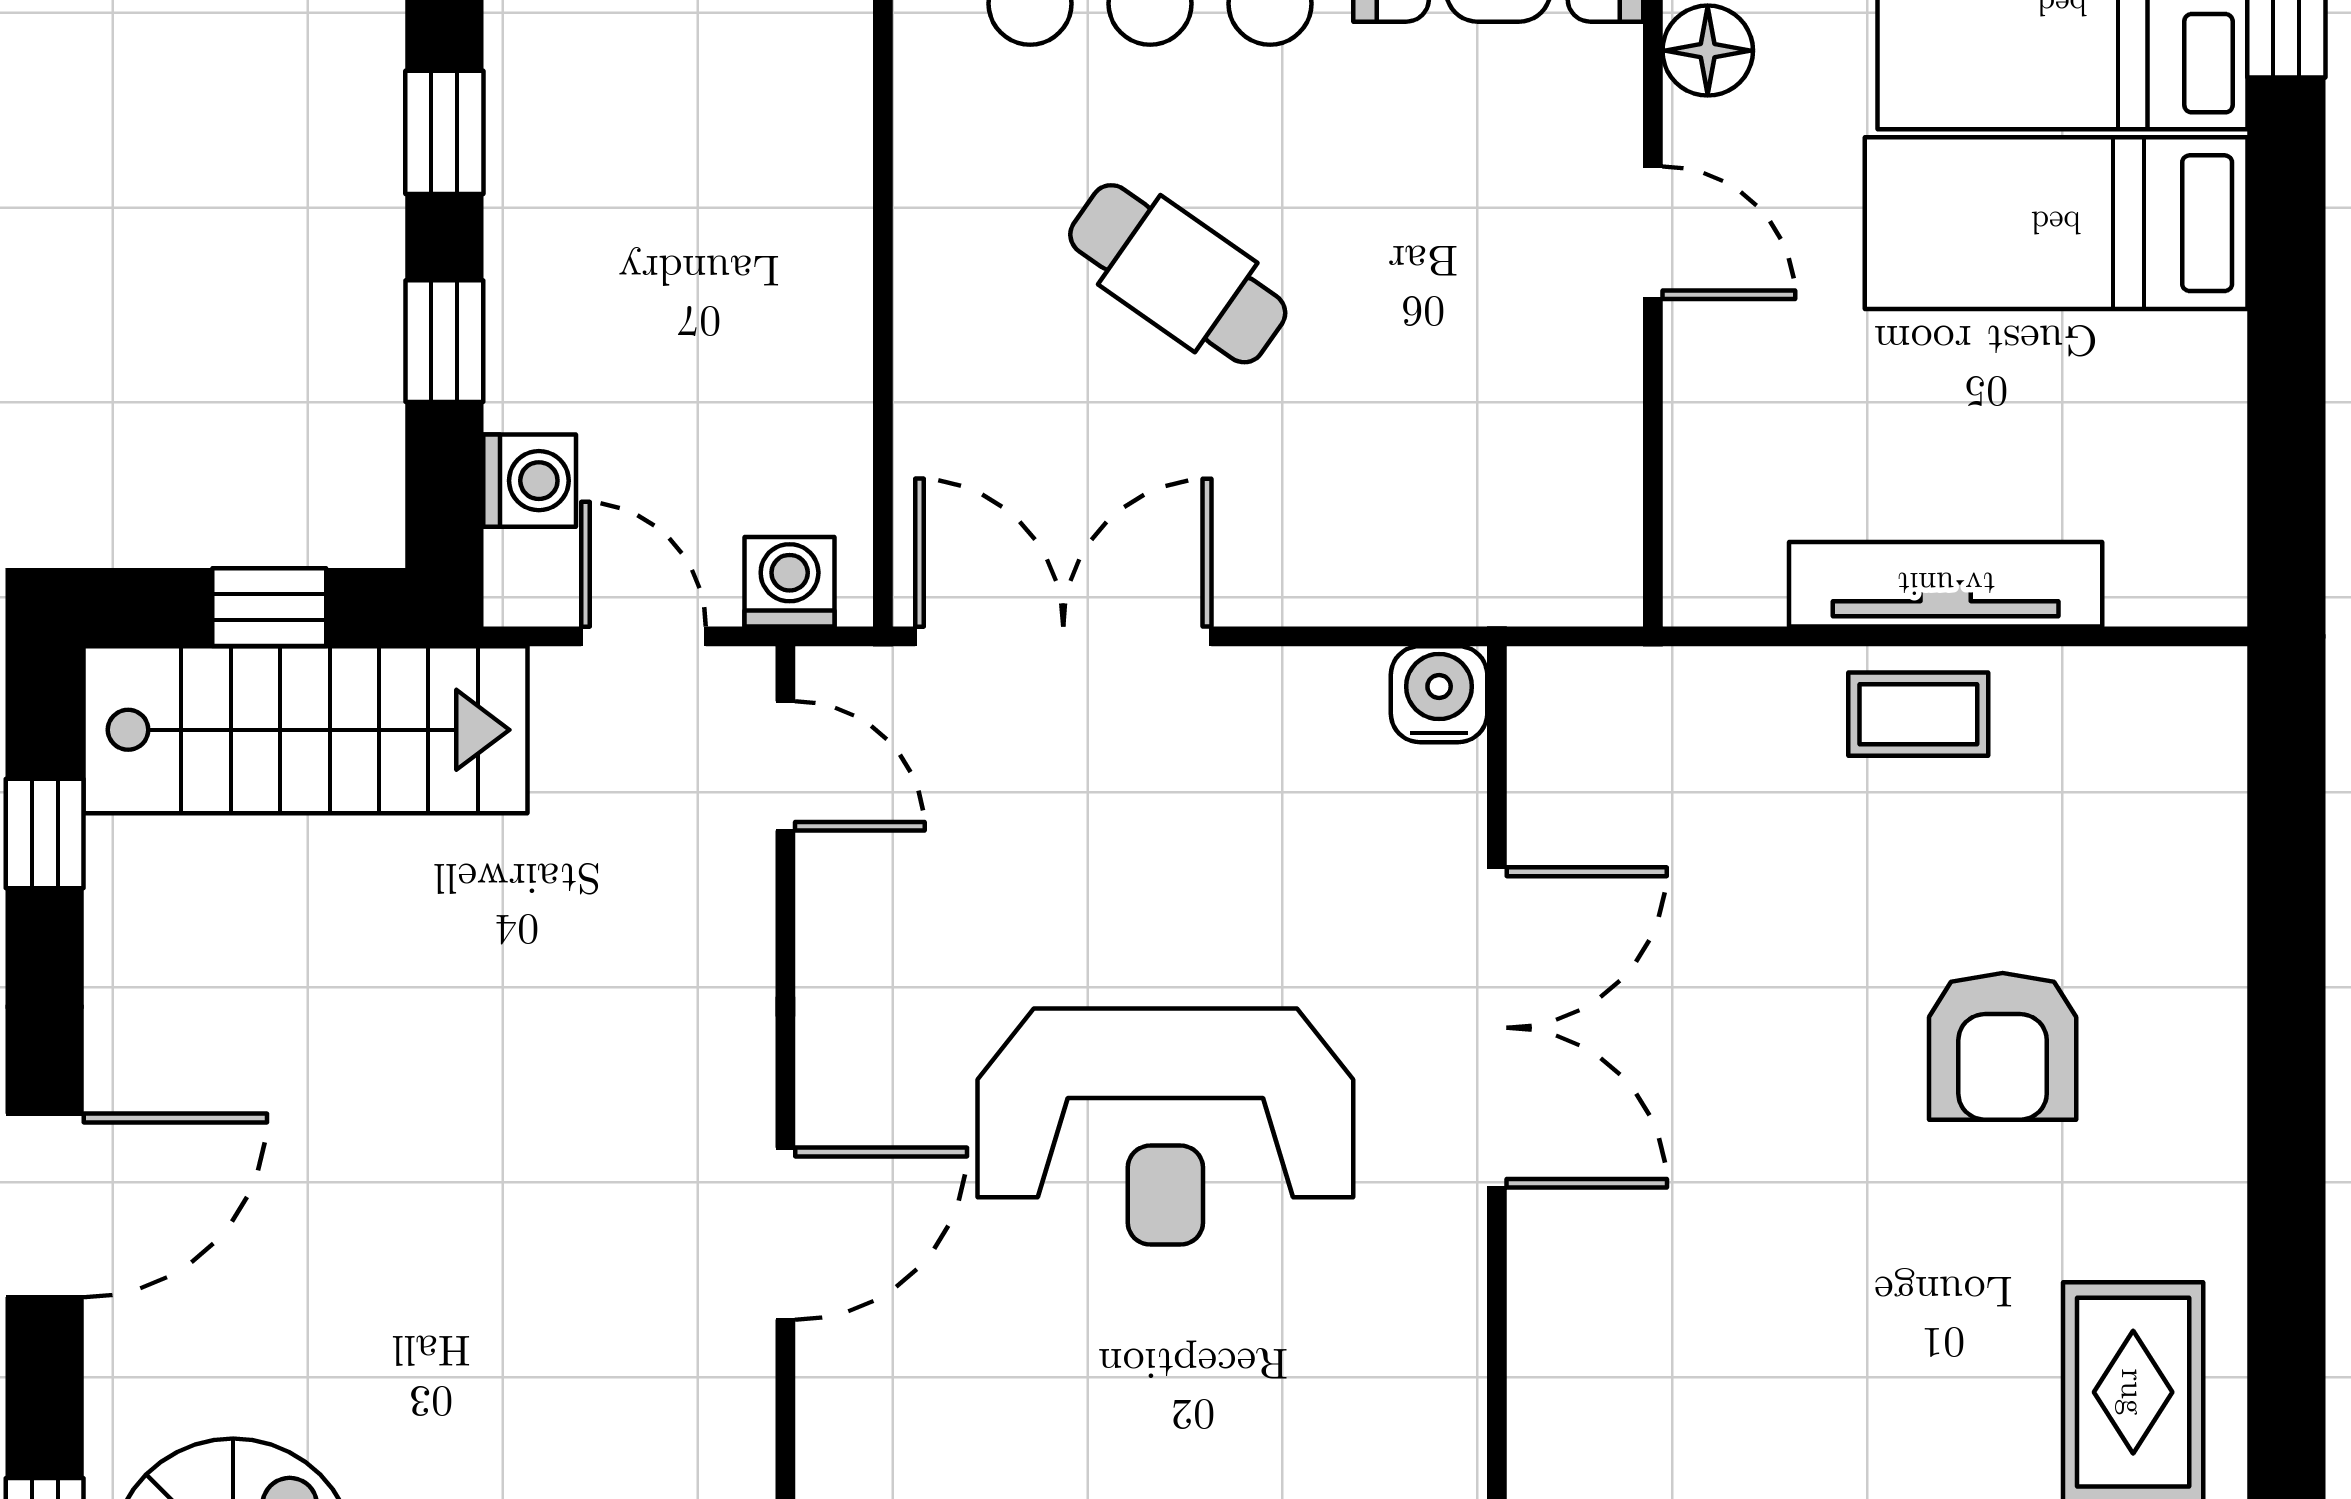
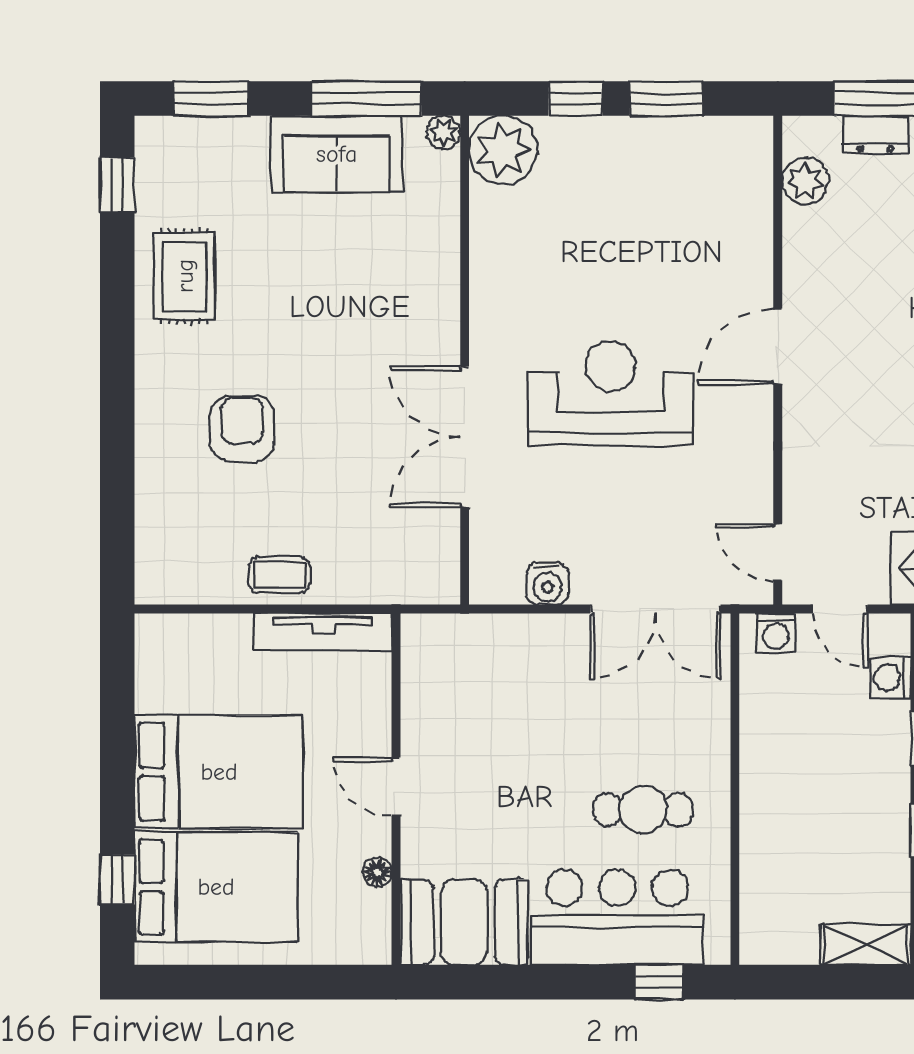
floor lamp: (1708, 51) -> (377, 872), width x0.73, depth x0.73
bed: (2056, 223) -> (219, 772), width x1.50
cafe table: (1178, 274) -> (643, 810), moved, turned -35
tv unit: (1946, 584) -> (323, 632), moved
water cooler: (1439, 694) -> (547, 584), moved

